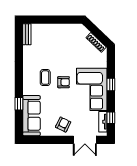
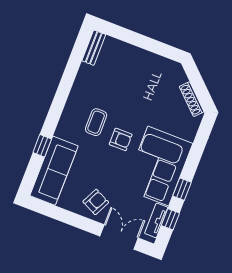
window: (111, 84) -> (182, 189), moved
double door: (85, 140) -> (119, 237), swing flipped

